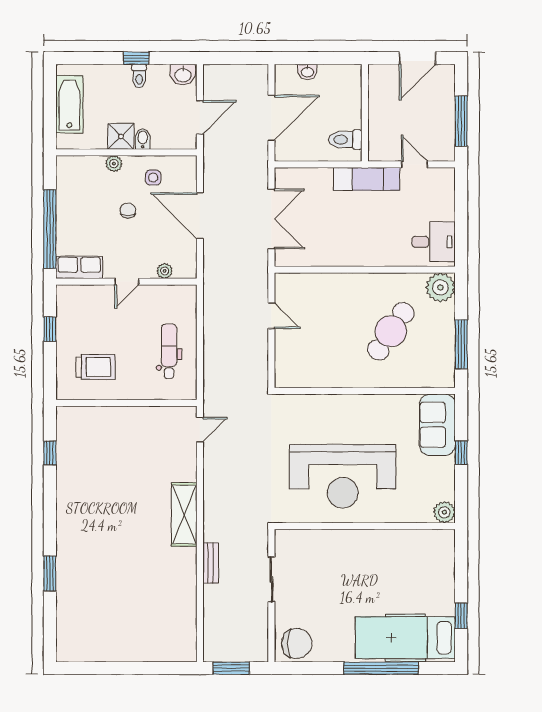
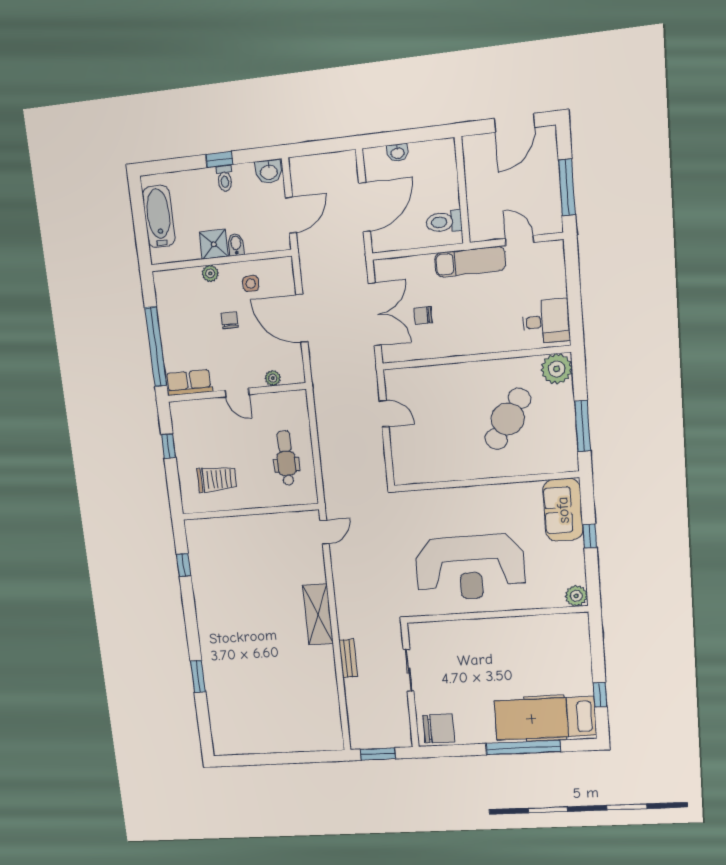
chair: (318, 225) -> (423, 316), added
door: (127, 282) -> (237, 392), hinge flipped

